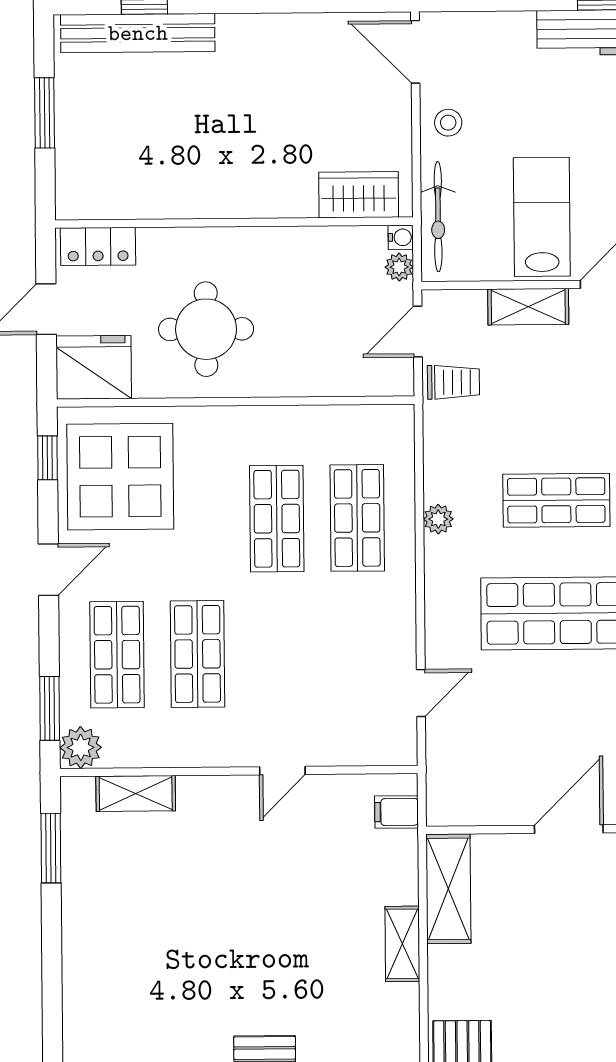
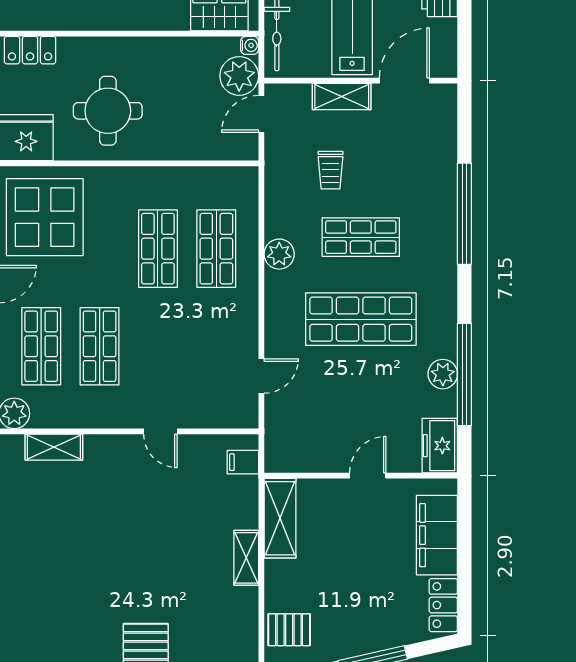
plant: (399, 267) -> (239, 76), width x1.87, depth x1.87
trolley: (453, 382) -> (331, 170), moved, turned 90
plant: (438, 519) -> (279, 254), width x1.38, depth x1.38
door: (282, 771) -> (160, 431), hinge flipped
door: (569, 829) -> (368, 476), width x0.73

